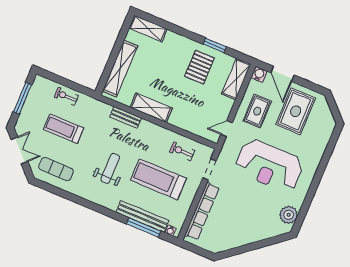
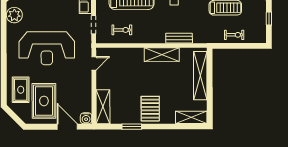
pallet: (199, 67) -> (150, 109), moved
window: (23, 98) -> (269, 18), width x0.46
rug: (257, 111) -> (21, 90), moved
reception desk: (269, 166) -> (47, 48), turned 180

